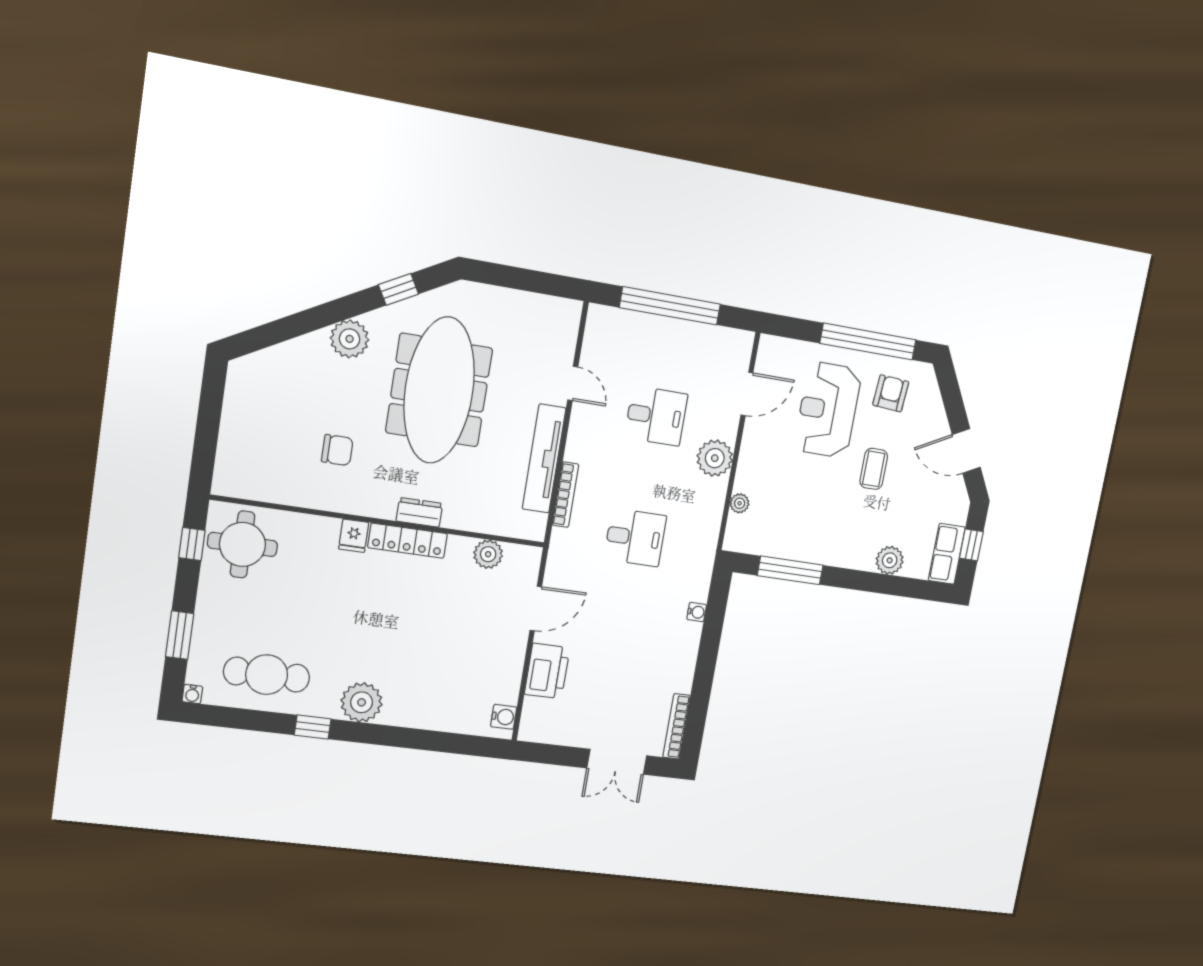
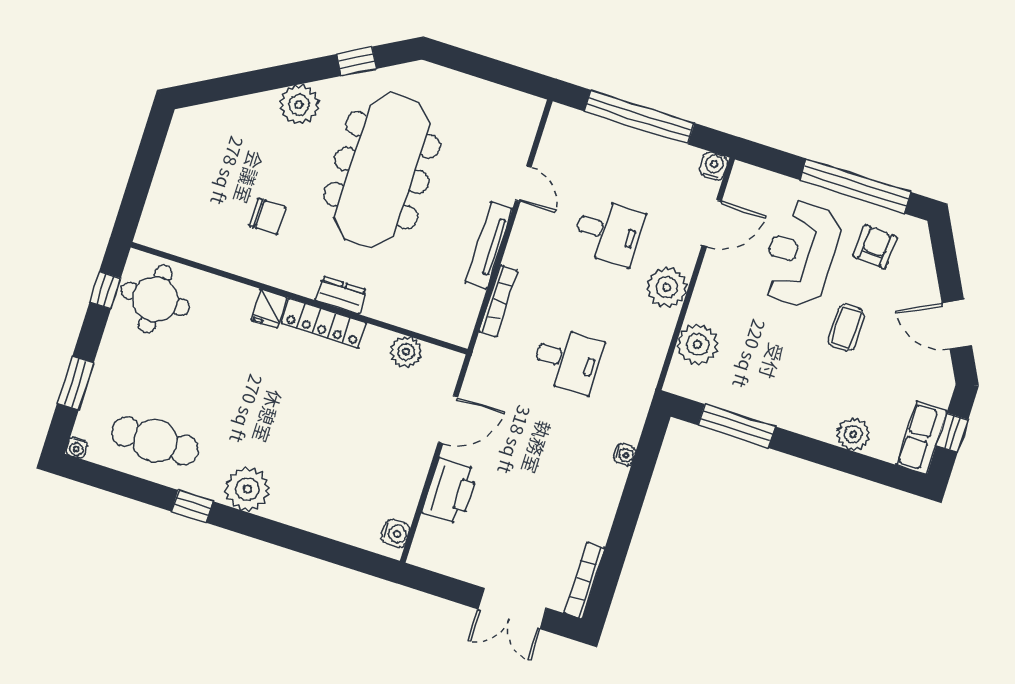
water cooler: (742, 342) -> (714, 166), added
tv unit: (544, 459) -> (489, 245), width x0.73, depth x0.78
plant: (740, 503) -> (697, 344), width x1.88, depth x1.88

